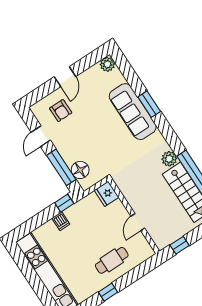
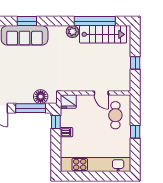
fridge: (107, 194) -> (68, 102), moved
wall: (134, 216) -> (96, 93), moved
door: (138, 222) -> (101, 93), moved

